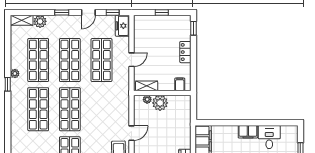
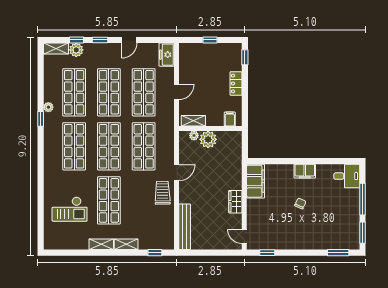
window: (113, 12) -> (76, 40), moved
shop shelf: (101, 109) -> (144, 146), added
desk: (269, 137) -> (347, 176), moved, turned 90

